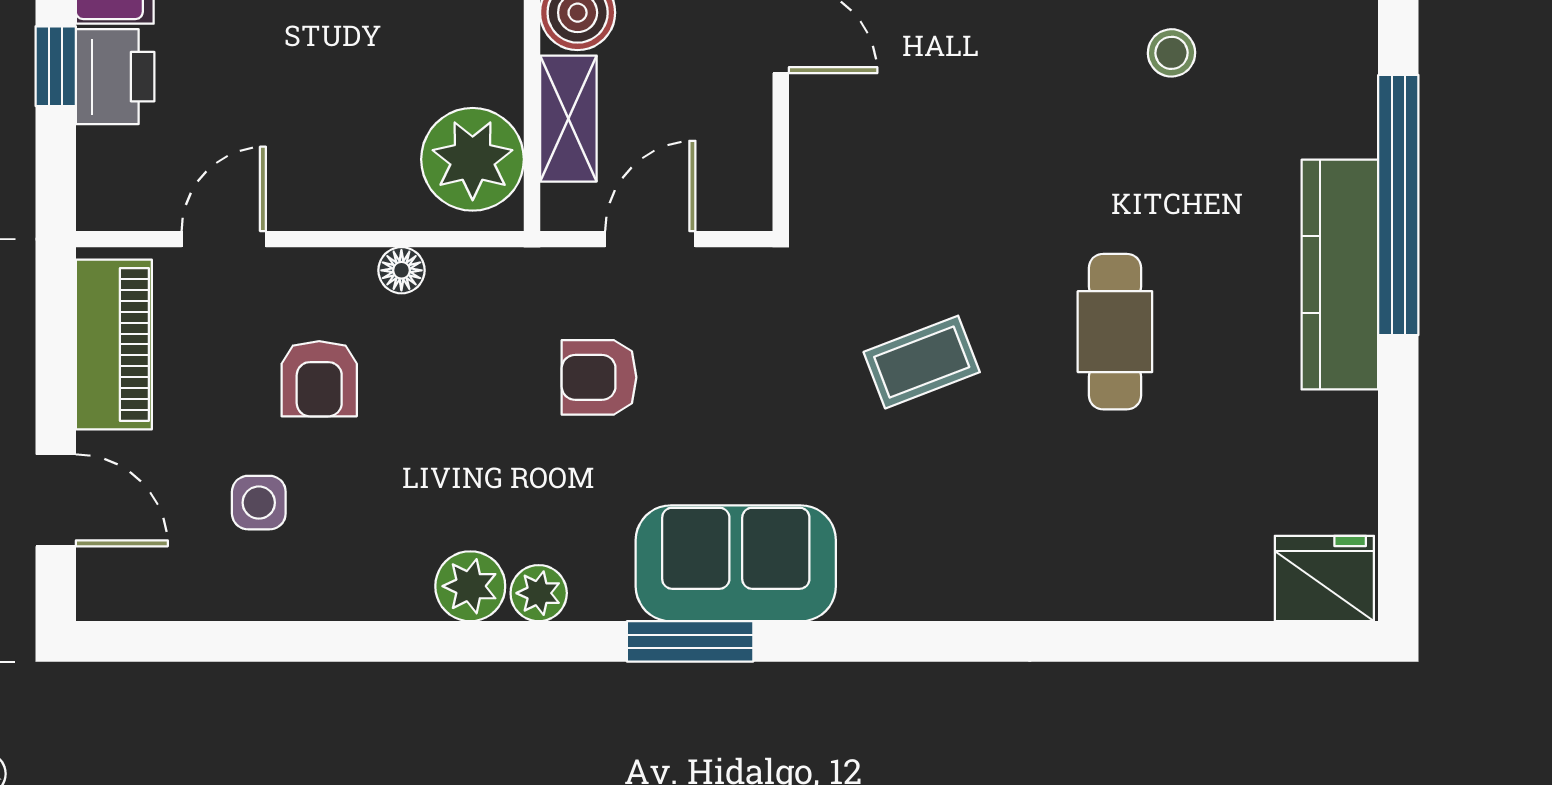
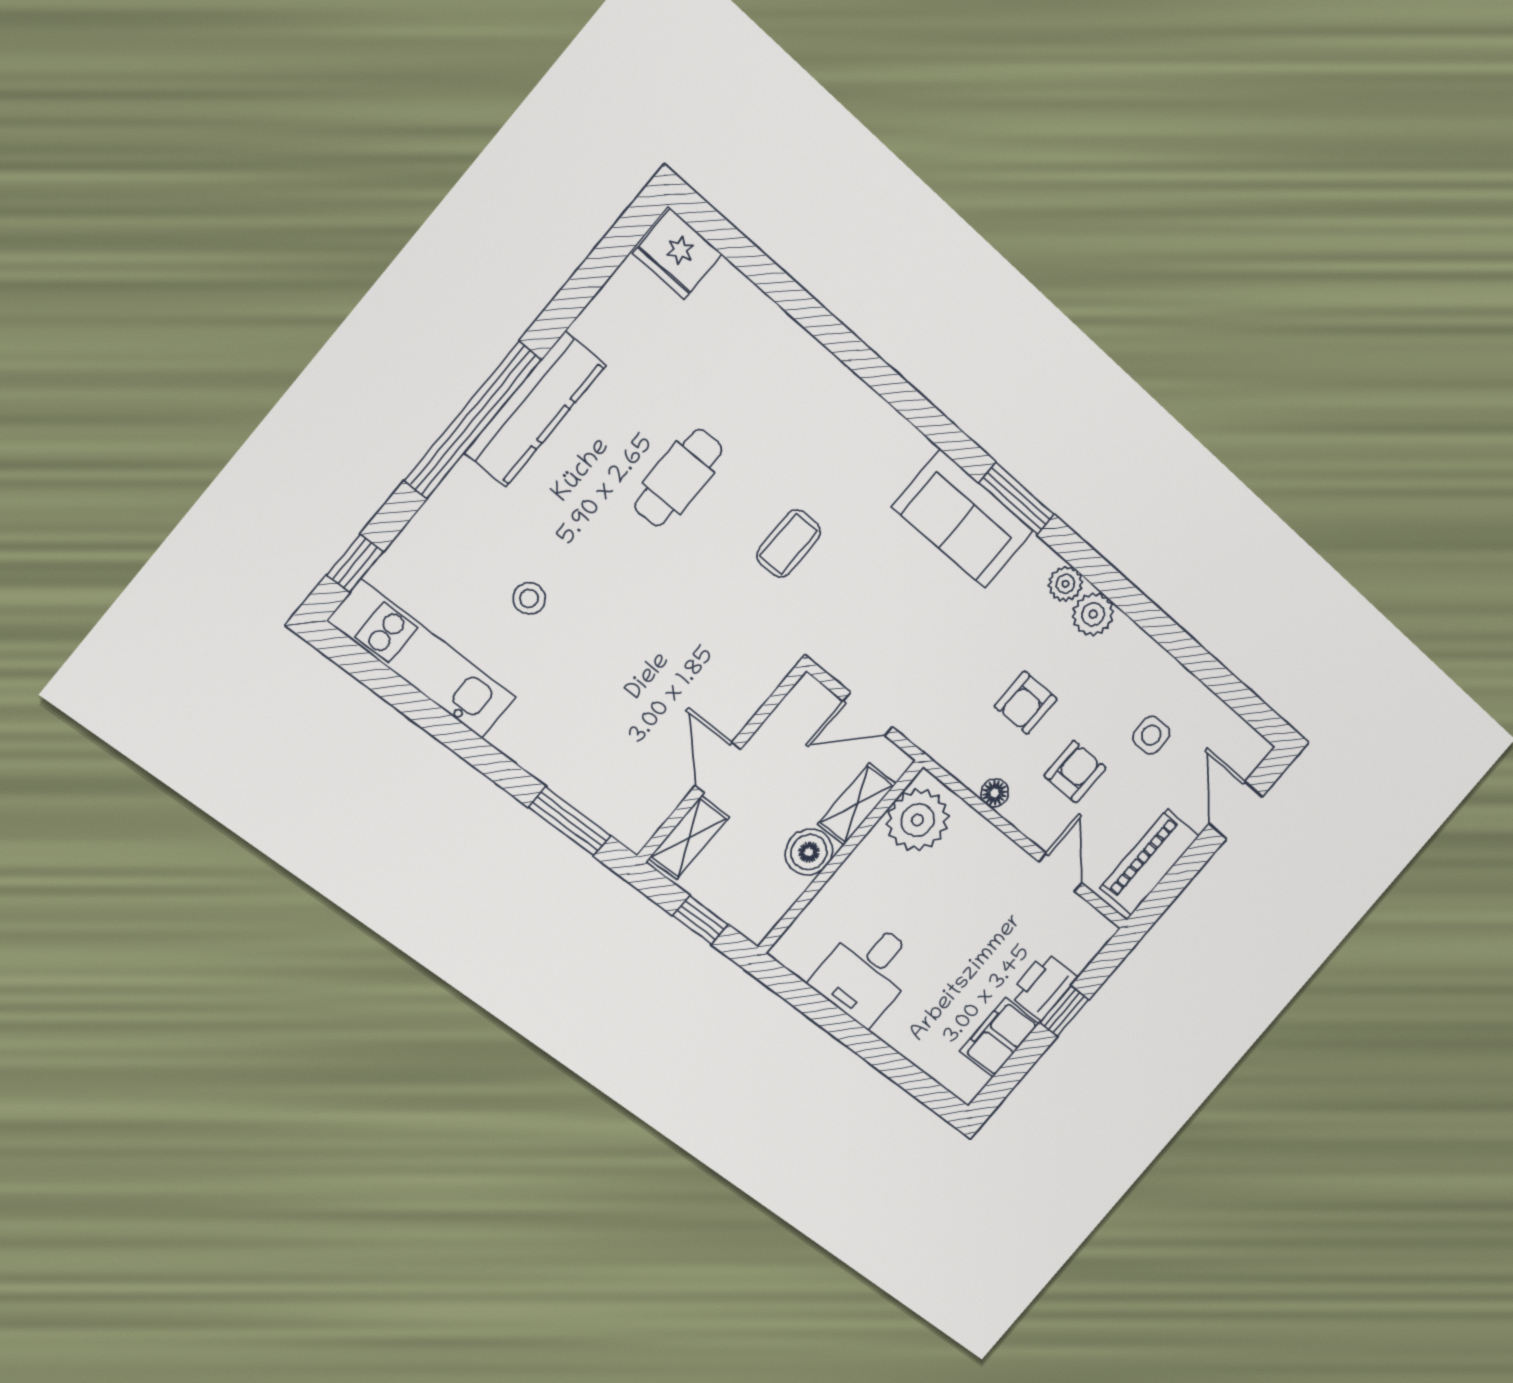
door: (224, 239) -> (1060, 872), swing flipped
coffee table: (922, 362) -> (789, 544), turned -69
armchair: (599, 377) -> (1026, 703), moved, turned 90

